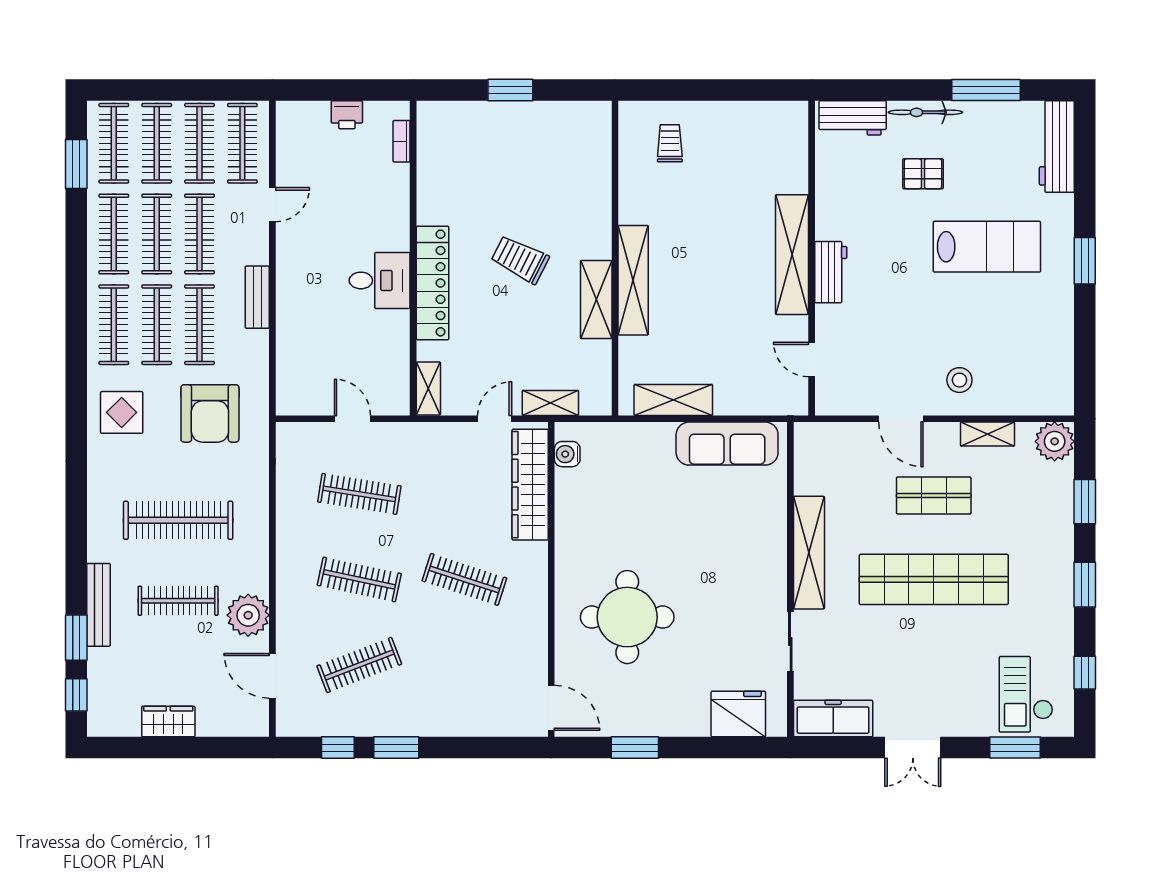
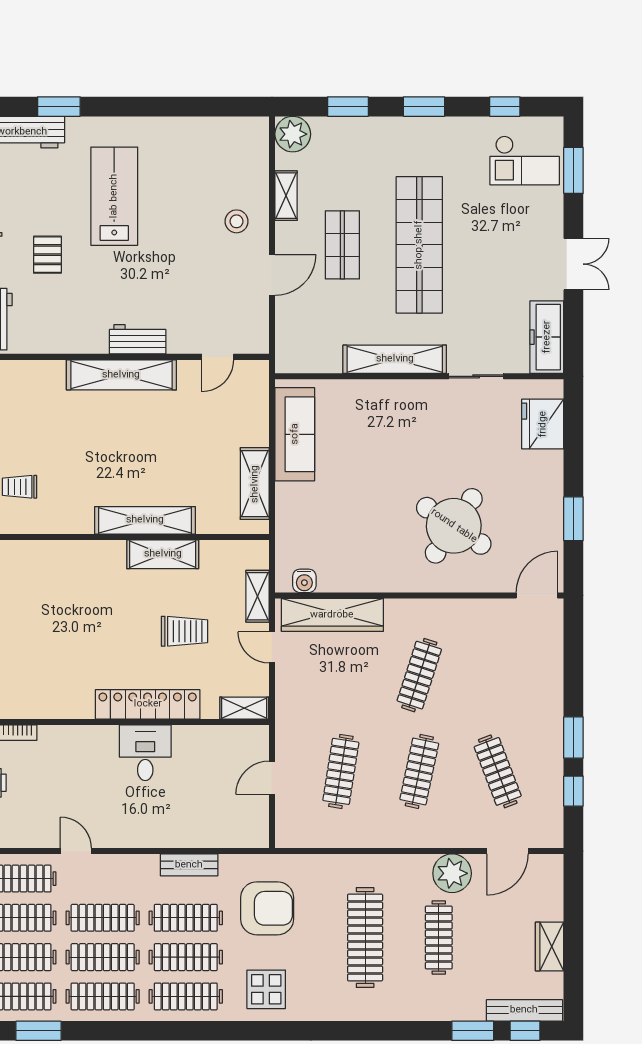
trolley: (520, 259) -> (184, 631), moved, turned -117
window: (1085, 261) -> (59, 107), moved
bench: (257, 297) -> (189, 865), moved
bench: (99, 605) -> (524, 1010), moved
round table: (627, 617) -> (454, 526), turned 34

